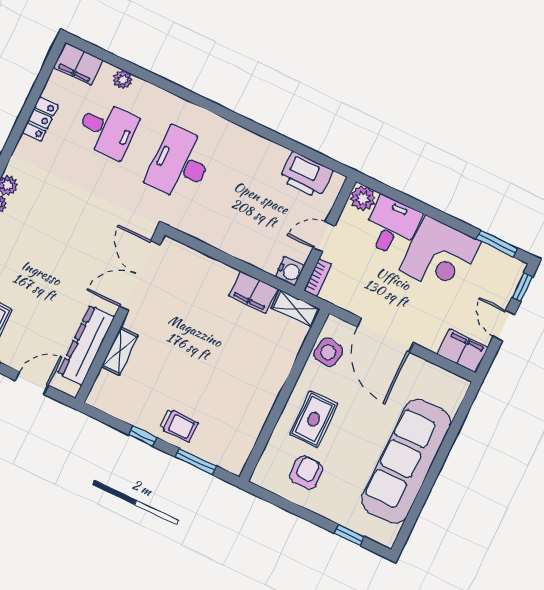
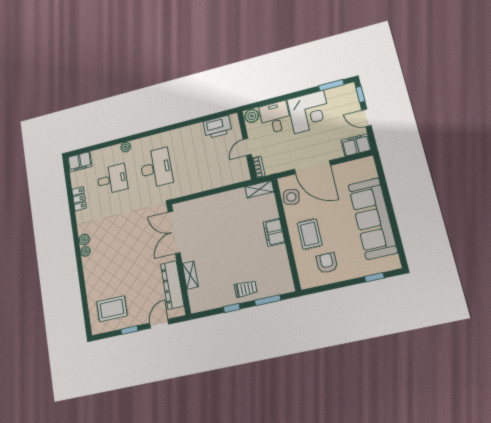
plant: (123, 80) -> (126, 147), moved
desk: (180, 164) -> (156, 168), turned 180
water cooler: (290, 271) -> (243, 175), removed
filing cabinet: (253, 292) -> (274, 232), moved, turned 90

